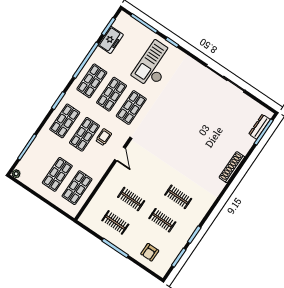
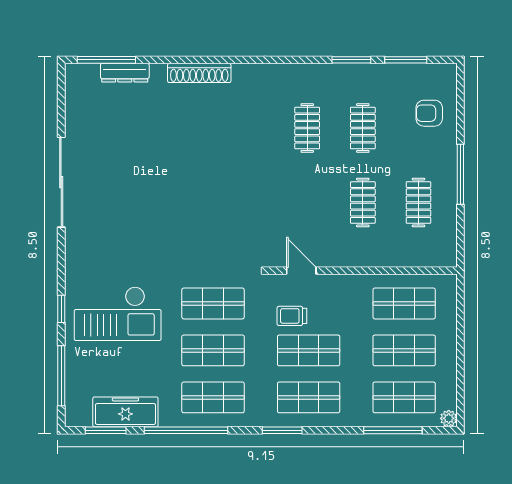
freezer: (111, 40) -> (125, 412), width x1.40
dresser: (259, 127) -> (125, 73), moved
door: (120, 154) -> (301, 271), hinge flipped
shop shelf: (38, 161) -> (404, 397), added
armchair: (150, 252) -> (429, 113), turned 180

